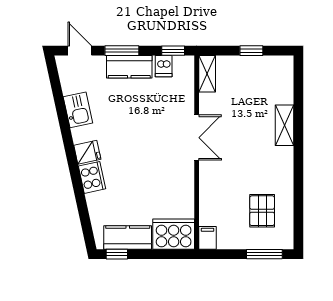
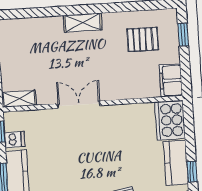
shelving: (284, 125) -> (83, 23), moved
filing cabinet: (207, 238) -> (171, 80), width x2.00
window: (264, 254) -> (183, 35), width x0.67

